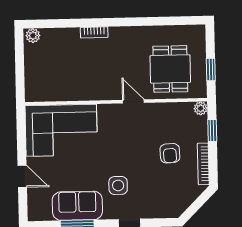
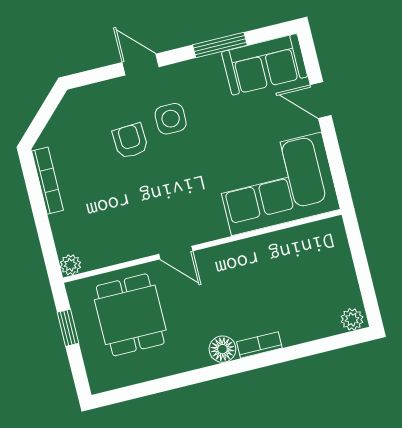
floor lamp: (118, 35) -> (222, 349), added
window: (212, 131) -> (45, 235), removed
armchair: (170, 153) -> (130, 141), moved
sofa: (77, 206) -> (265, 64), moved

